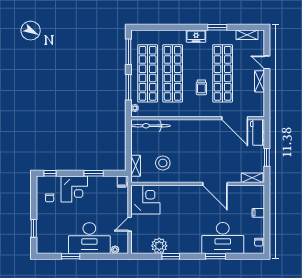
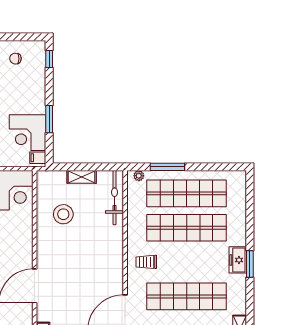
window: (217, 27) -> (250, 264), moved
window: (128, 52) -> (216, 167), removed
trolley: (201, 87) -> (146, 262), moved
shelving: (136, 166) -> (82, 177), moved
corner desk: (74, 189) -> (28, 133), moved

